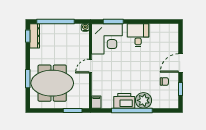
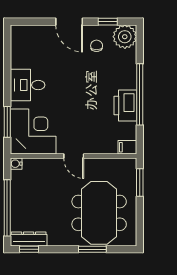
plant: (143, 100) -> (125, 37), moved

